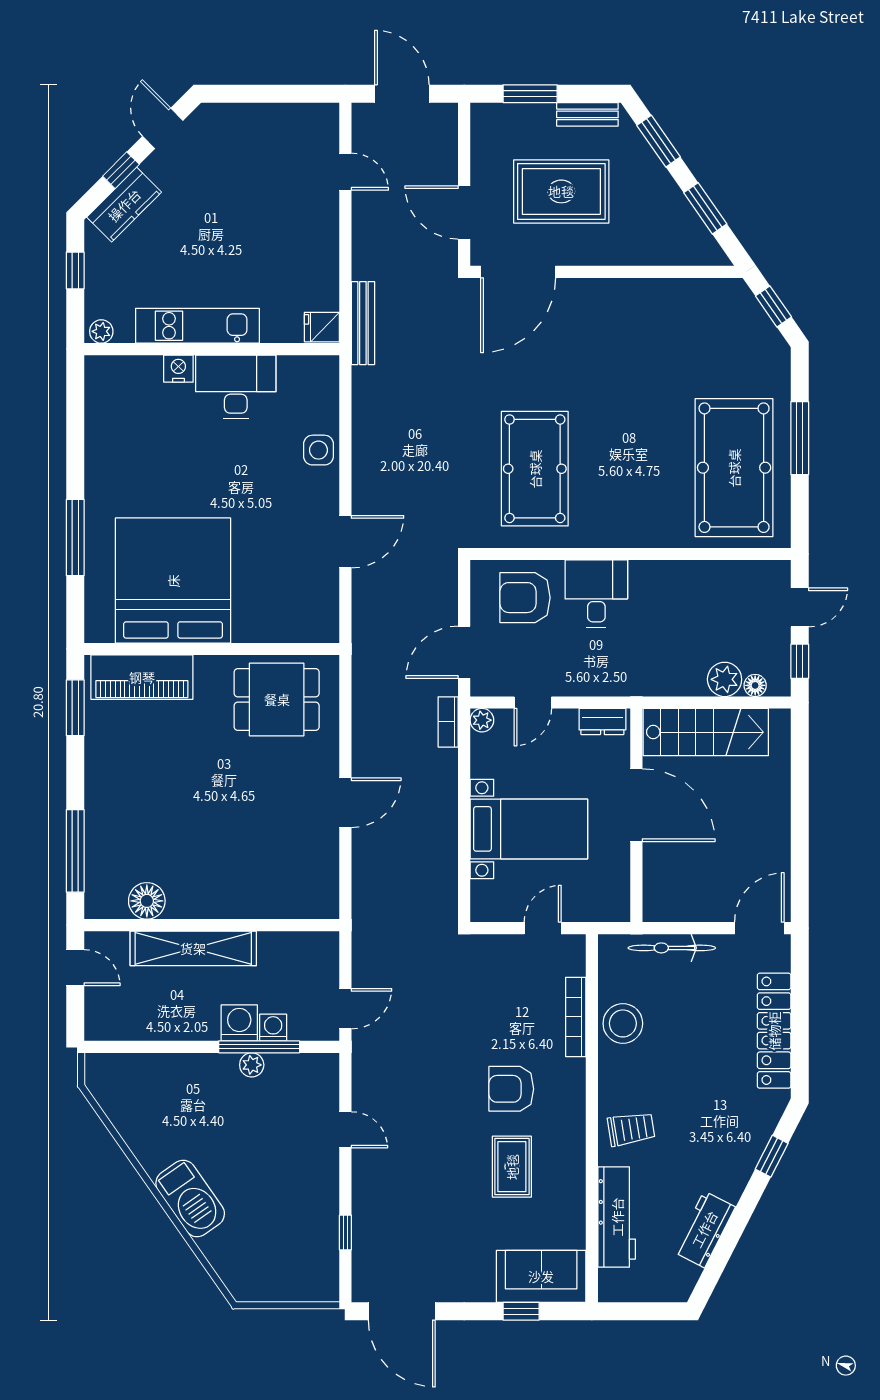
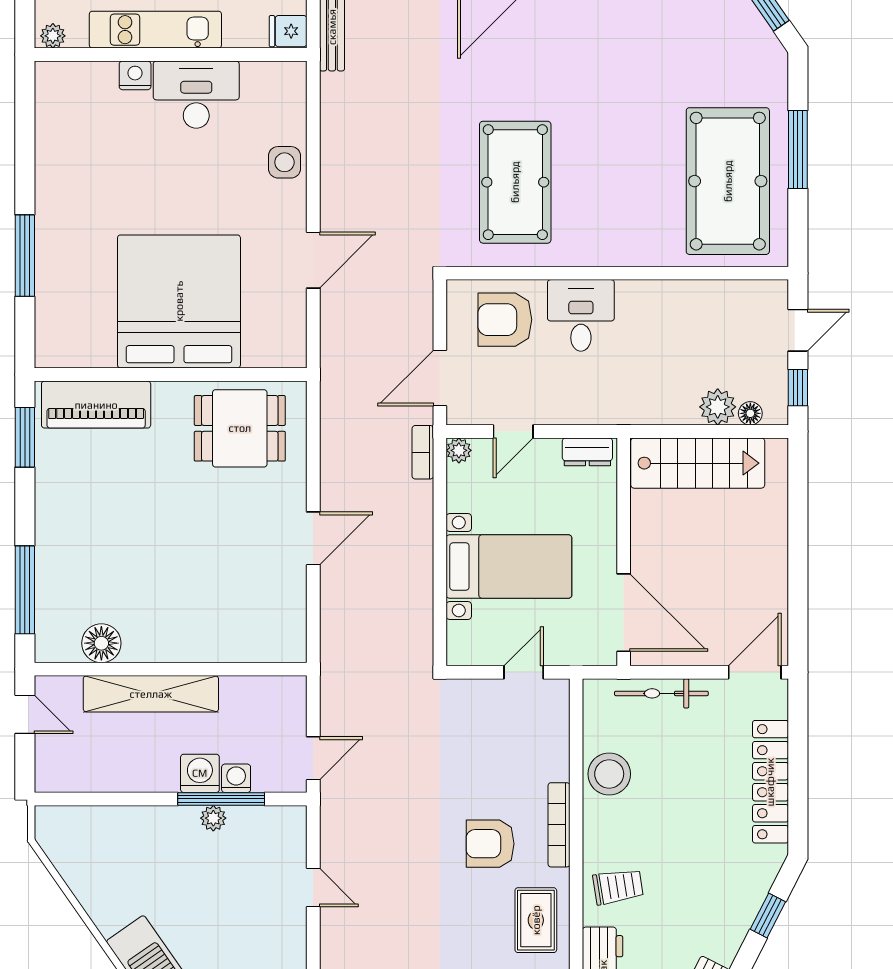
bed: (173, 581) -> (179, 301), moved
door: (636, 805) -> (624, 613), moved
bookcase: (576, 1017) -> (559, 825), moved
rug: (512, 1167) -> (536, 920), moved

